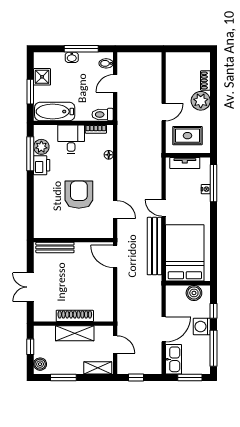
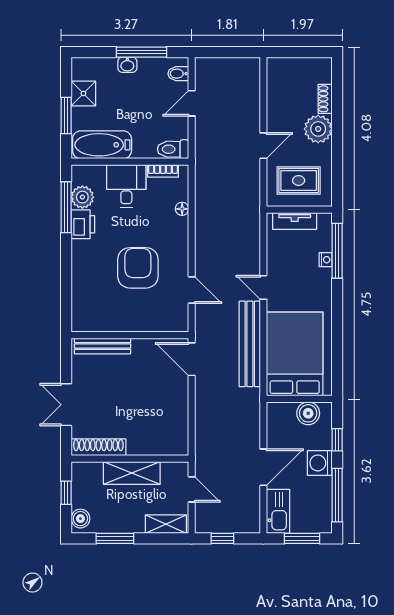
shoe rack: (75, 316) -> (98, 447), moved

